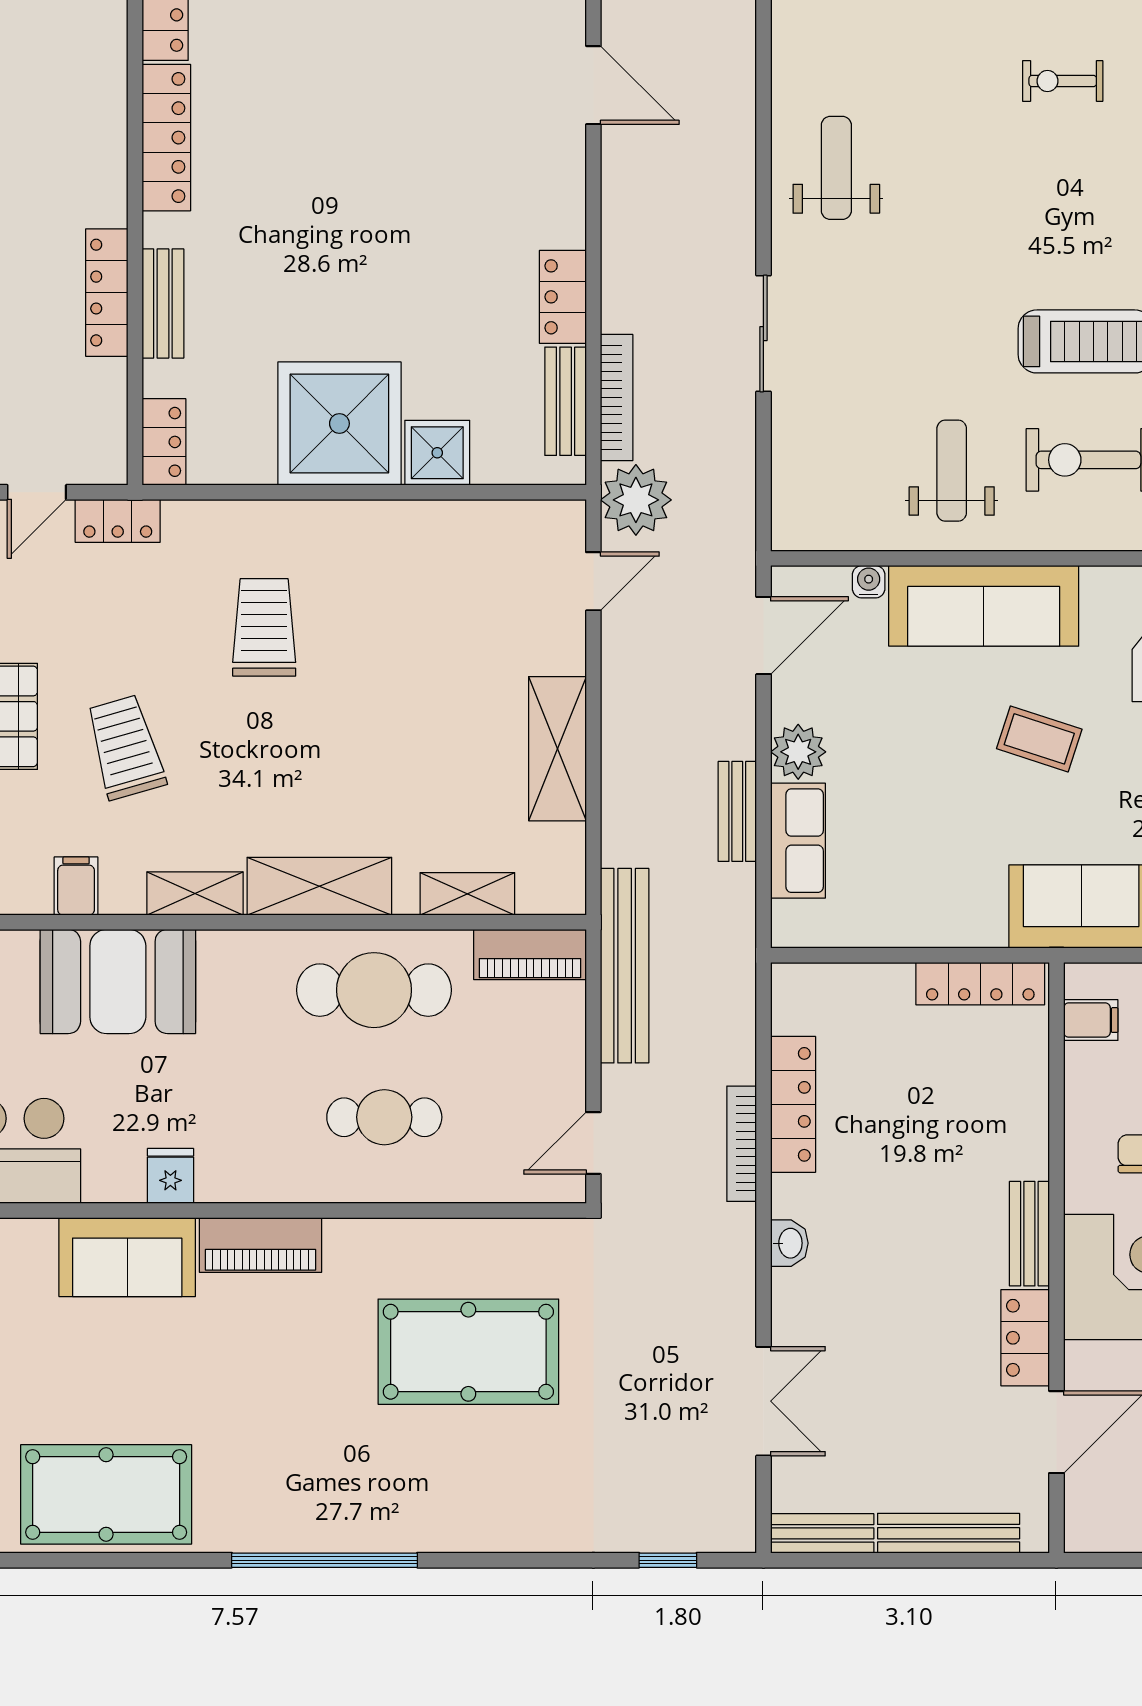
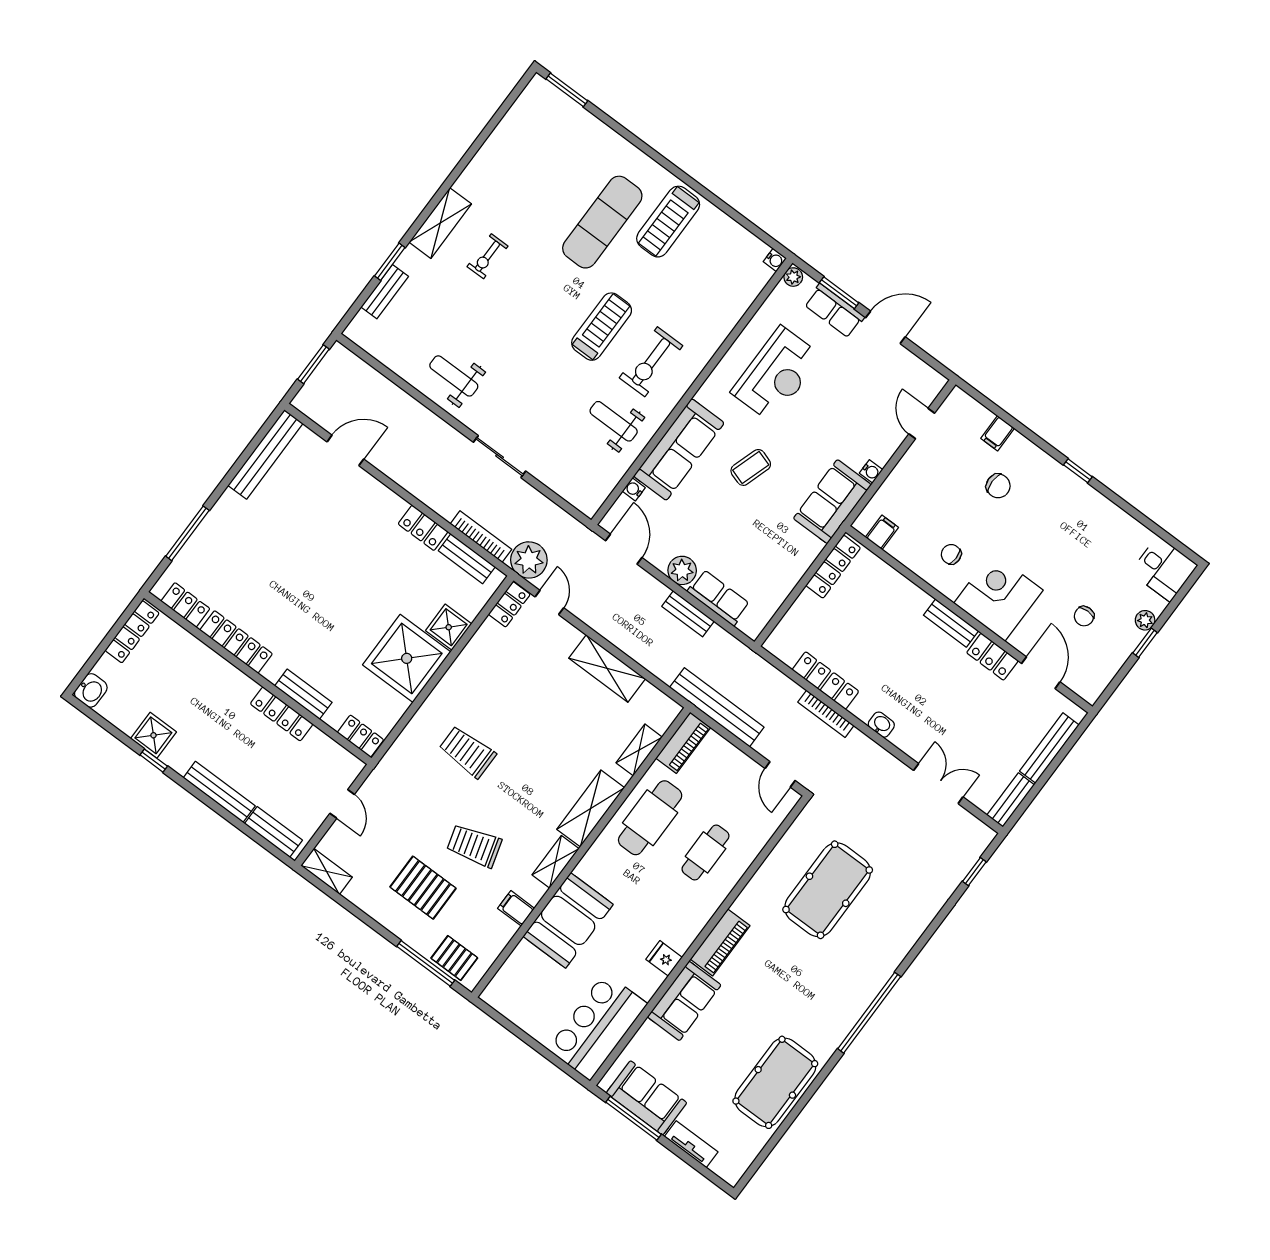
locker: (118, 521) -> (509, 604), moved

